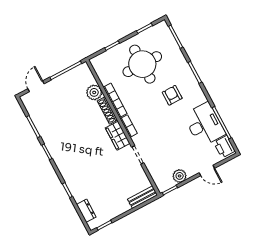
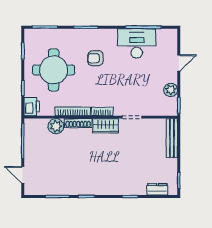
printer: (224, 147) -> (32, 107), moved, turned -90
bench: (143, 197) -> (172, 138), width x1.36

